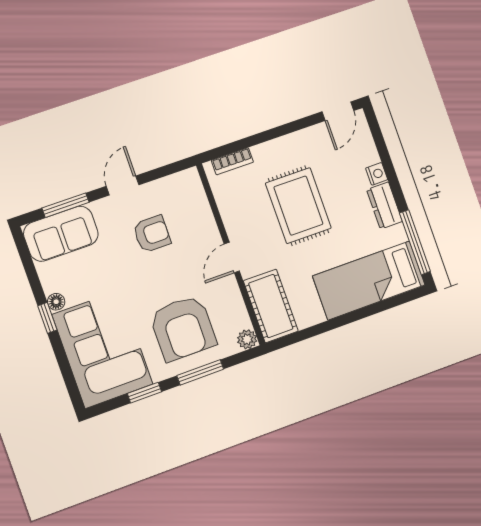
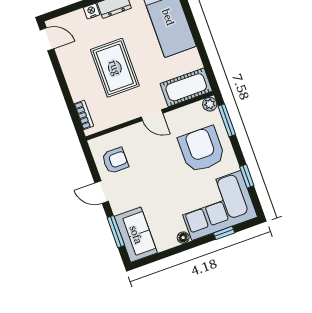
rug: (298, 206) -> (115, 68), turned 90
armchair: (152, 234) -> (115, 160), moved, turned 90
window: (47, 318) -> (224, 233), moved
armchair: (183, 328) -> (202, 149), turned -90
window: (200, 372) -> (227, 120), moved

